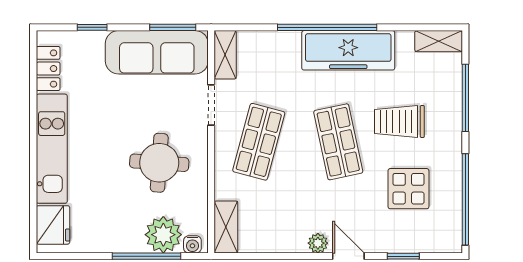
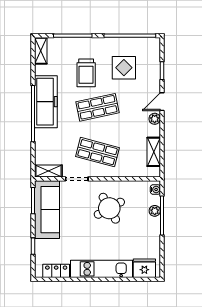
round table: (159, 163) -> (109, 208), turned -33
shelving: (226, 227) -> (154, 152), moved, turned 90
plant: (163, 235) -> (155, 211), width x0.53, depth x0.53

